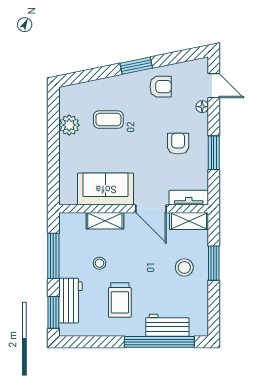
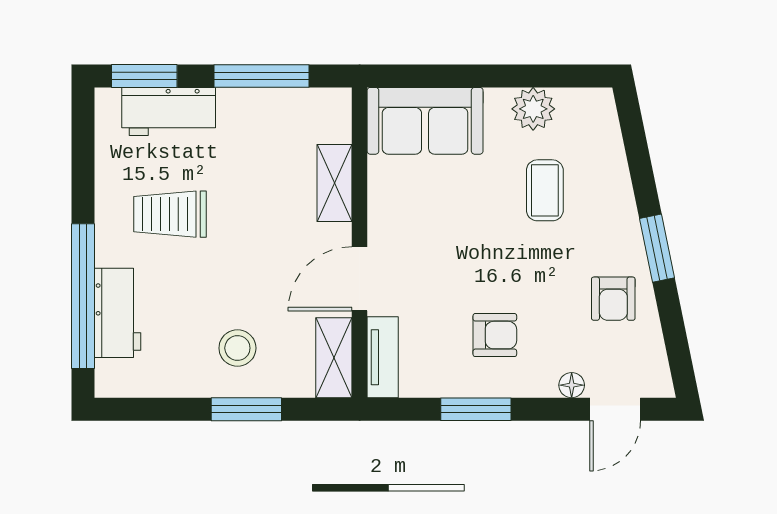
sofa: (106, 189) -> (425, 121), moved, turned 90
stool: (100, 263) -> (246, 172), removed

